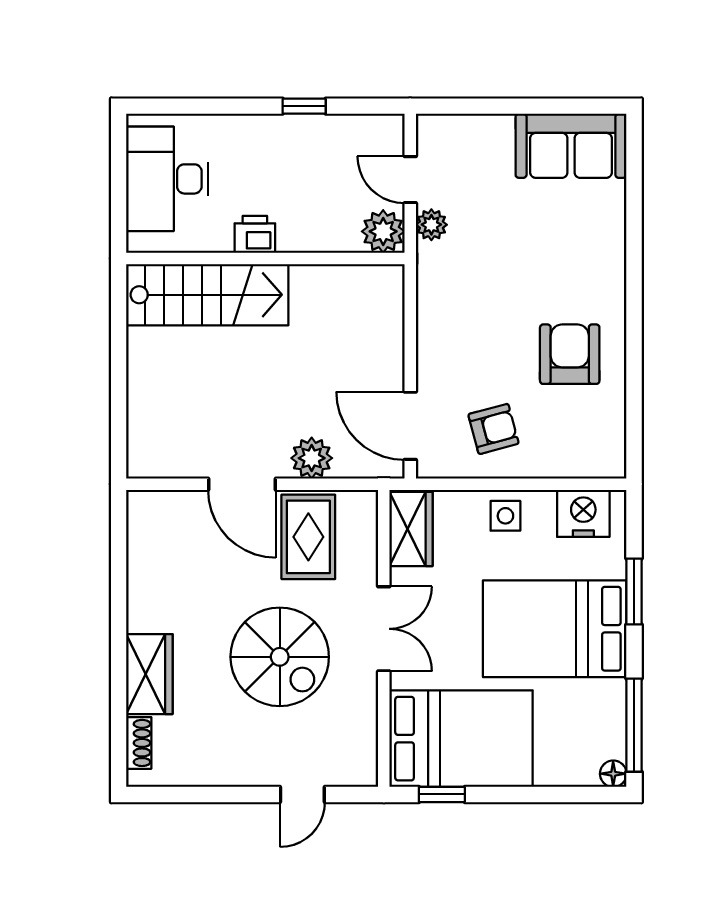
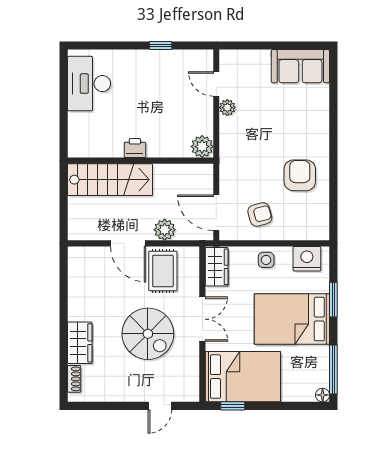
plant: (383, 231) -> (202, 147), moved
printer: (255, 234) -> (135, 148), moved
wall: (265, 258) -> (140, 161), moved
stairs: (207, 295) -> (110, 180), moved

